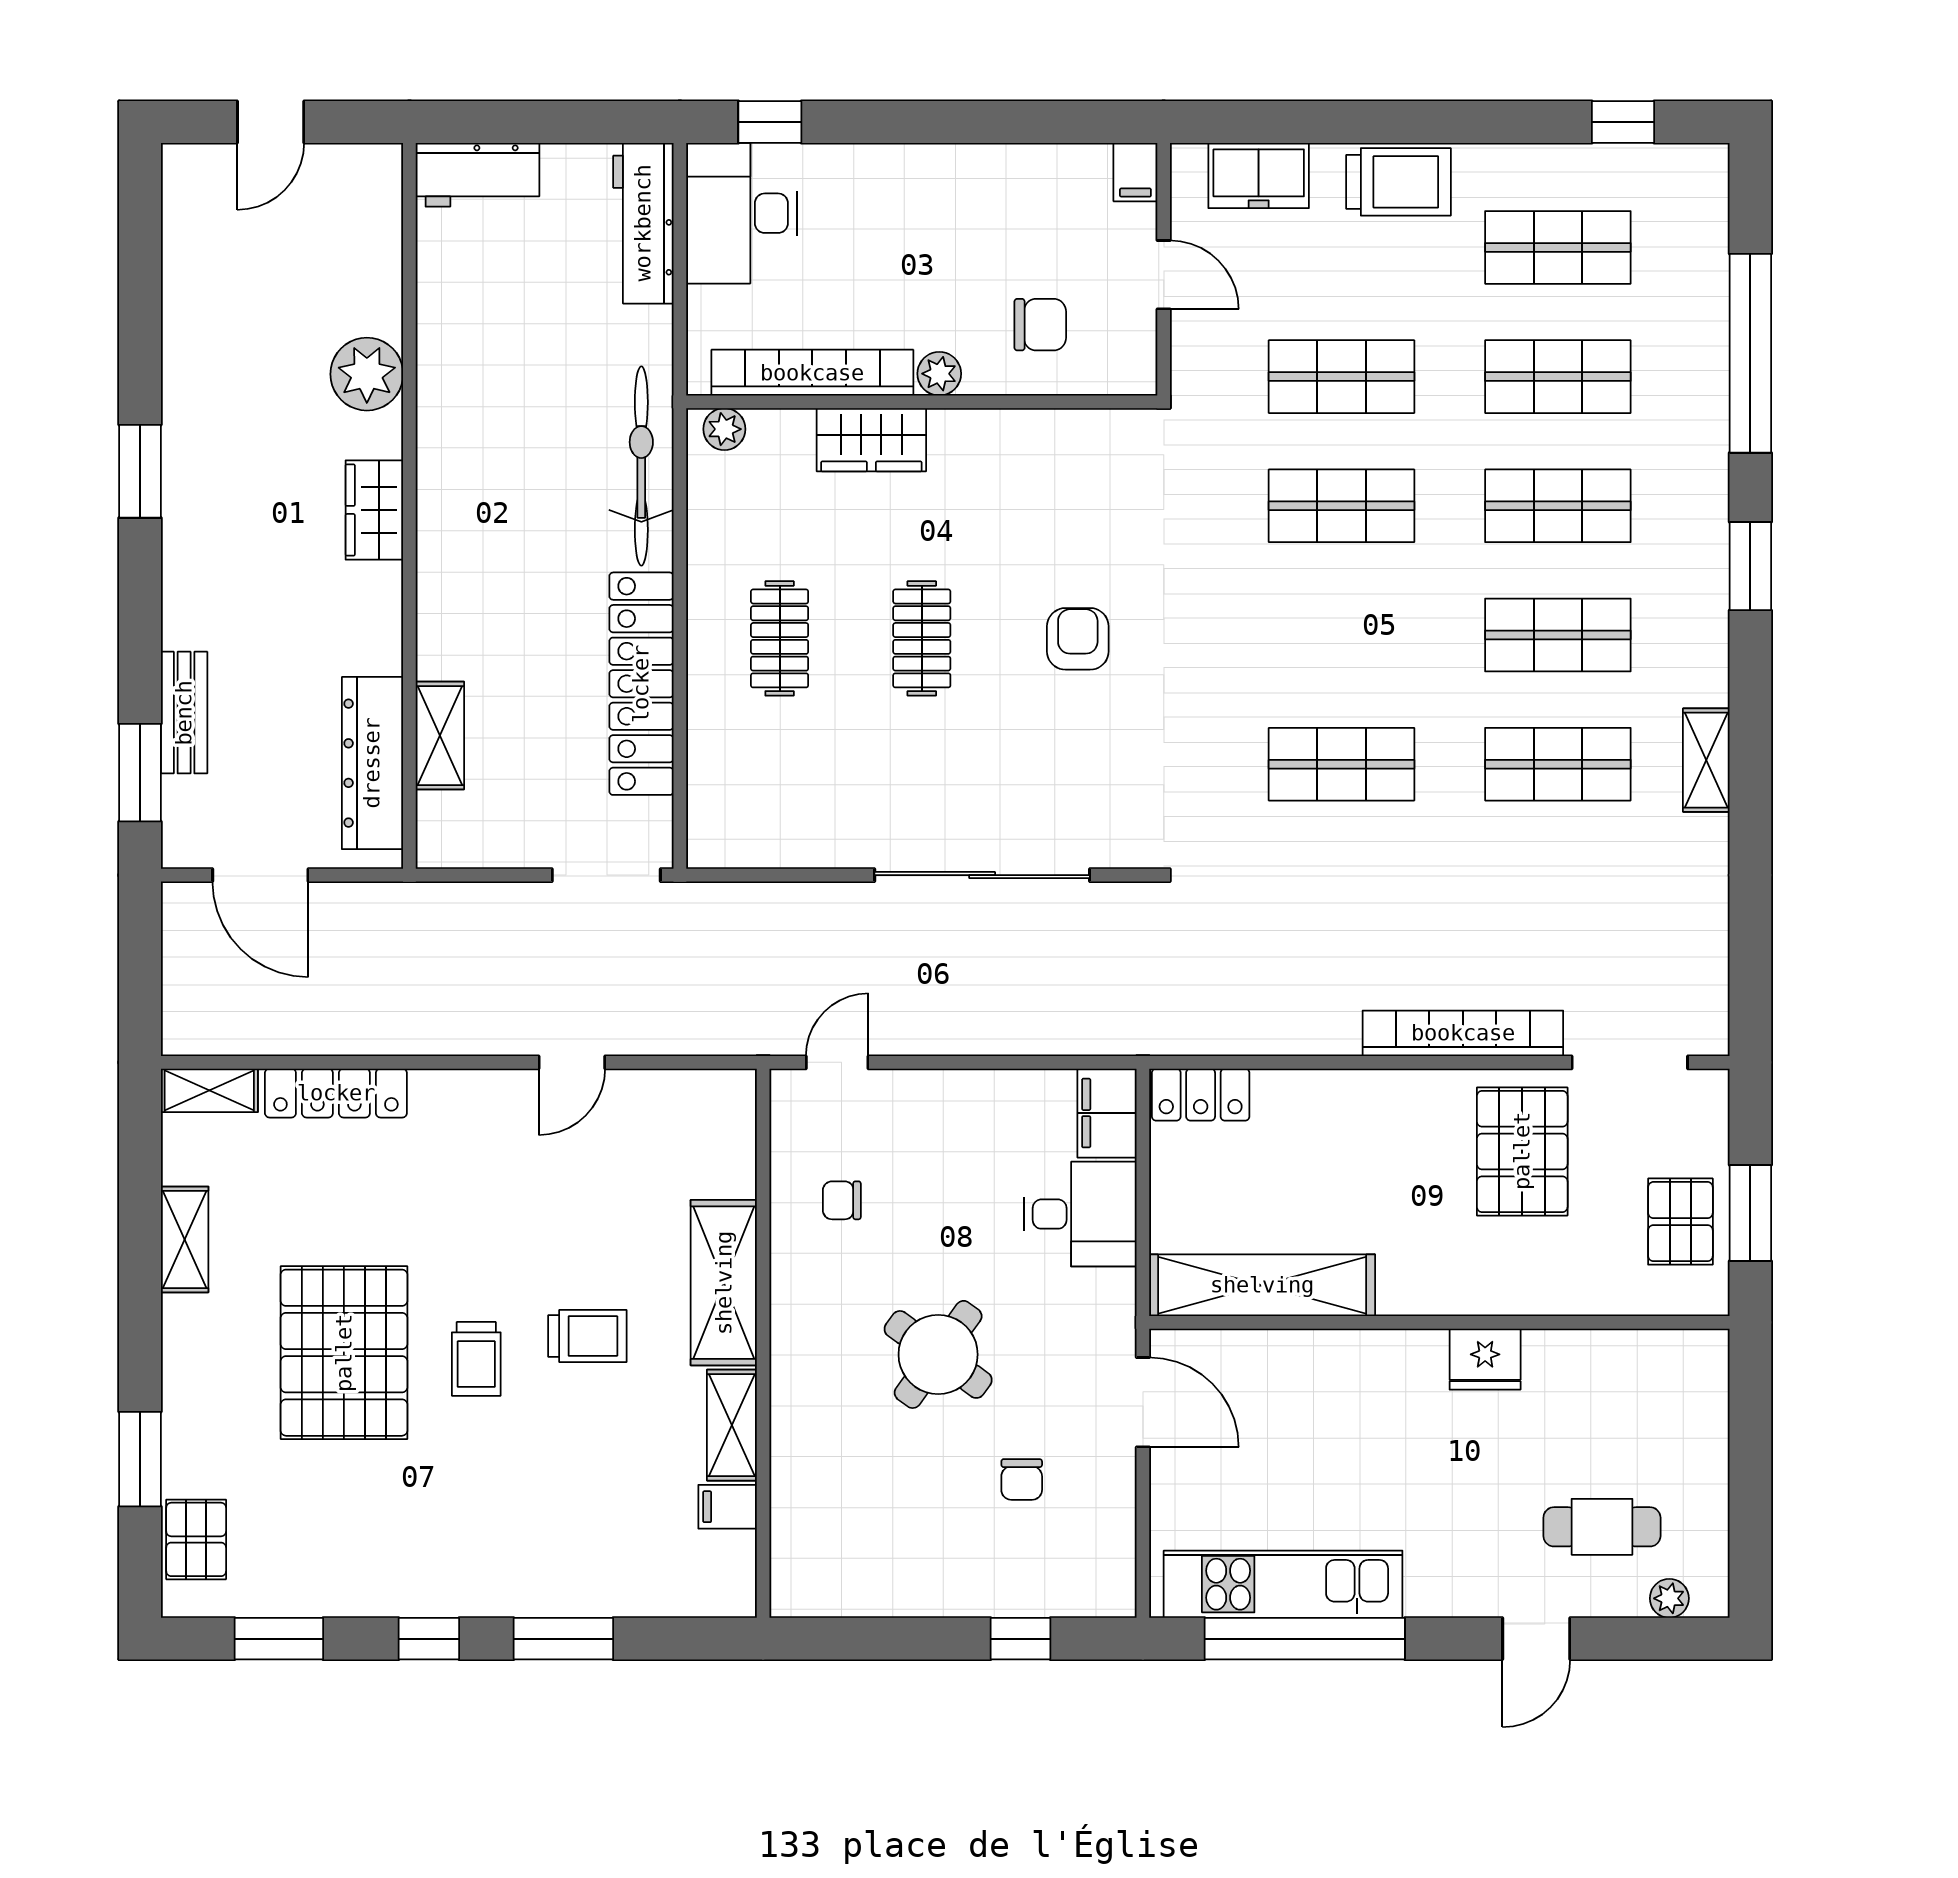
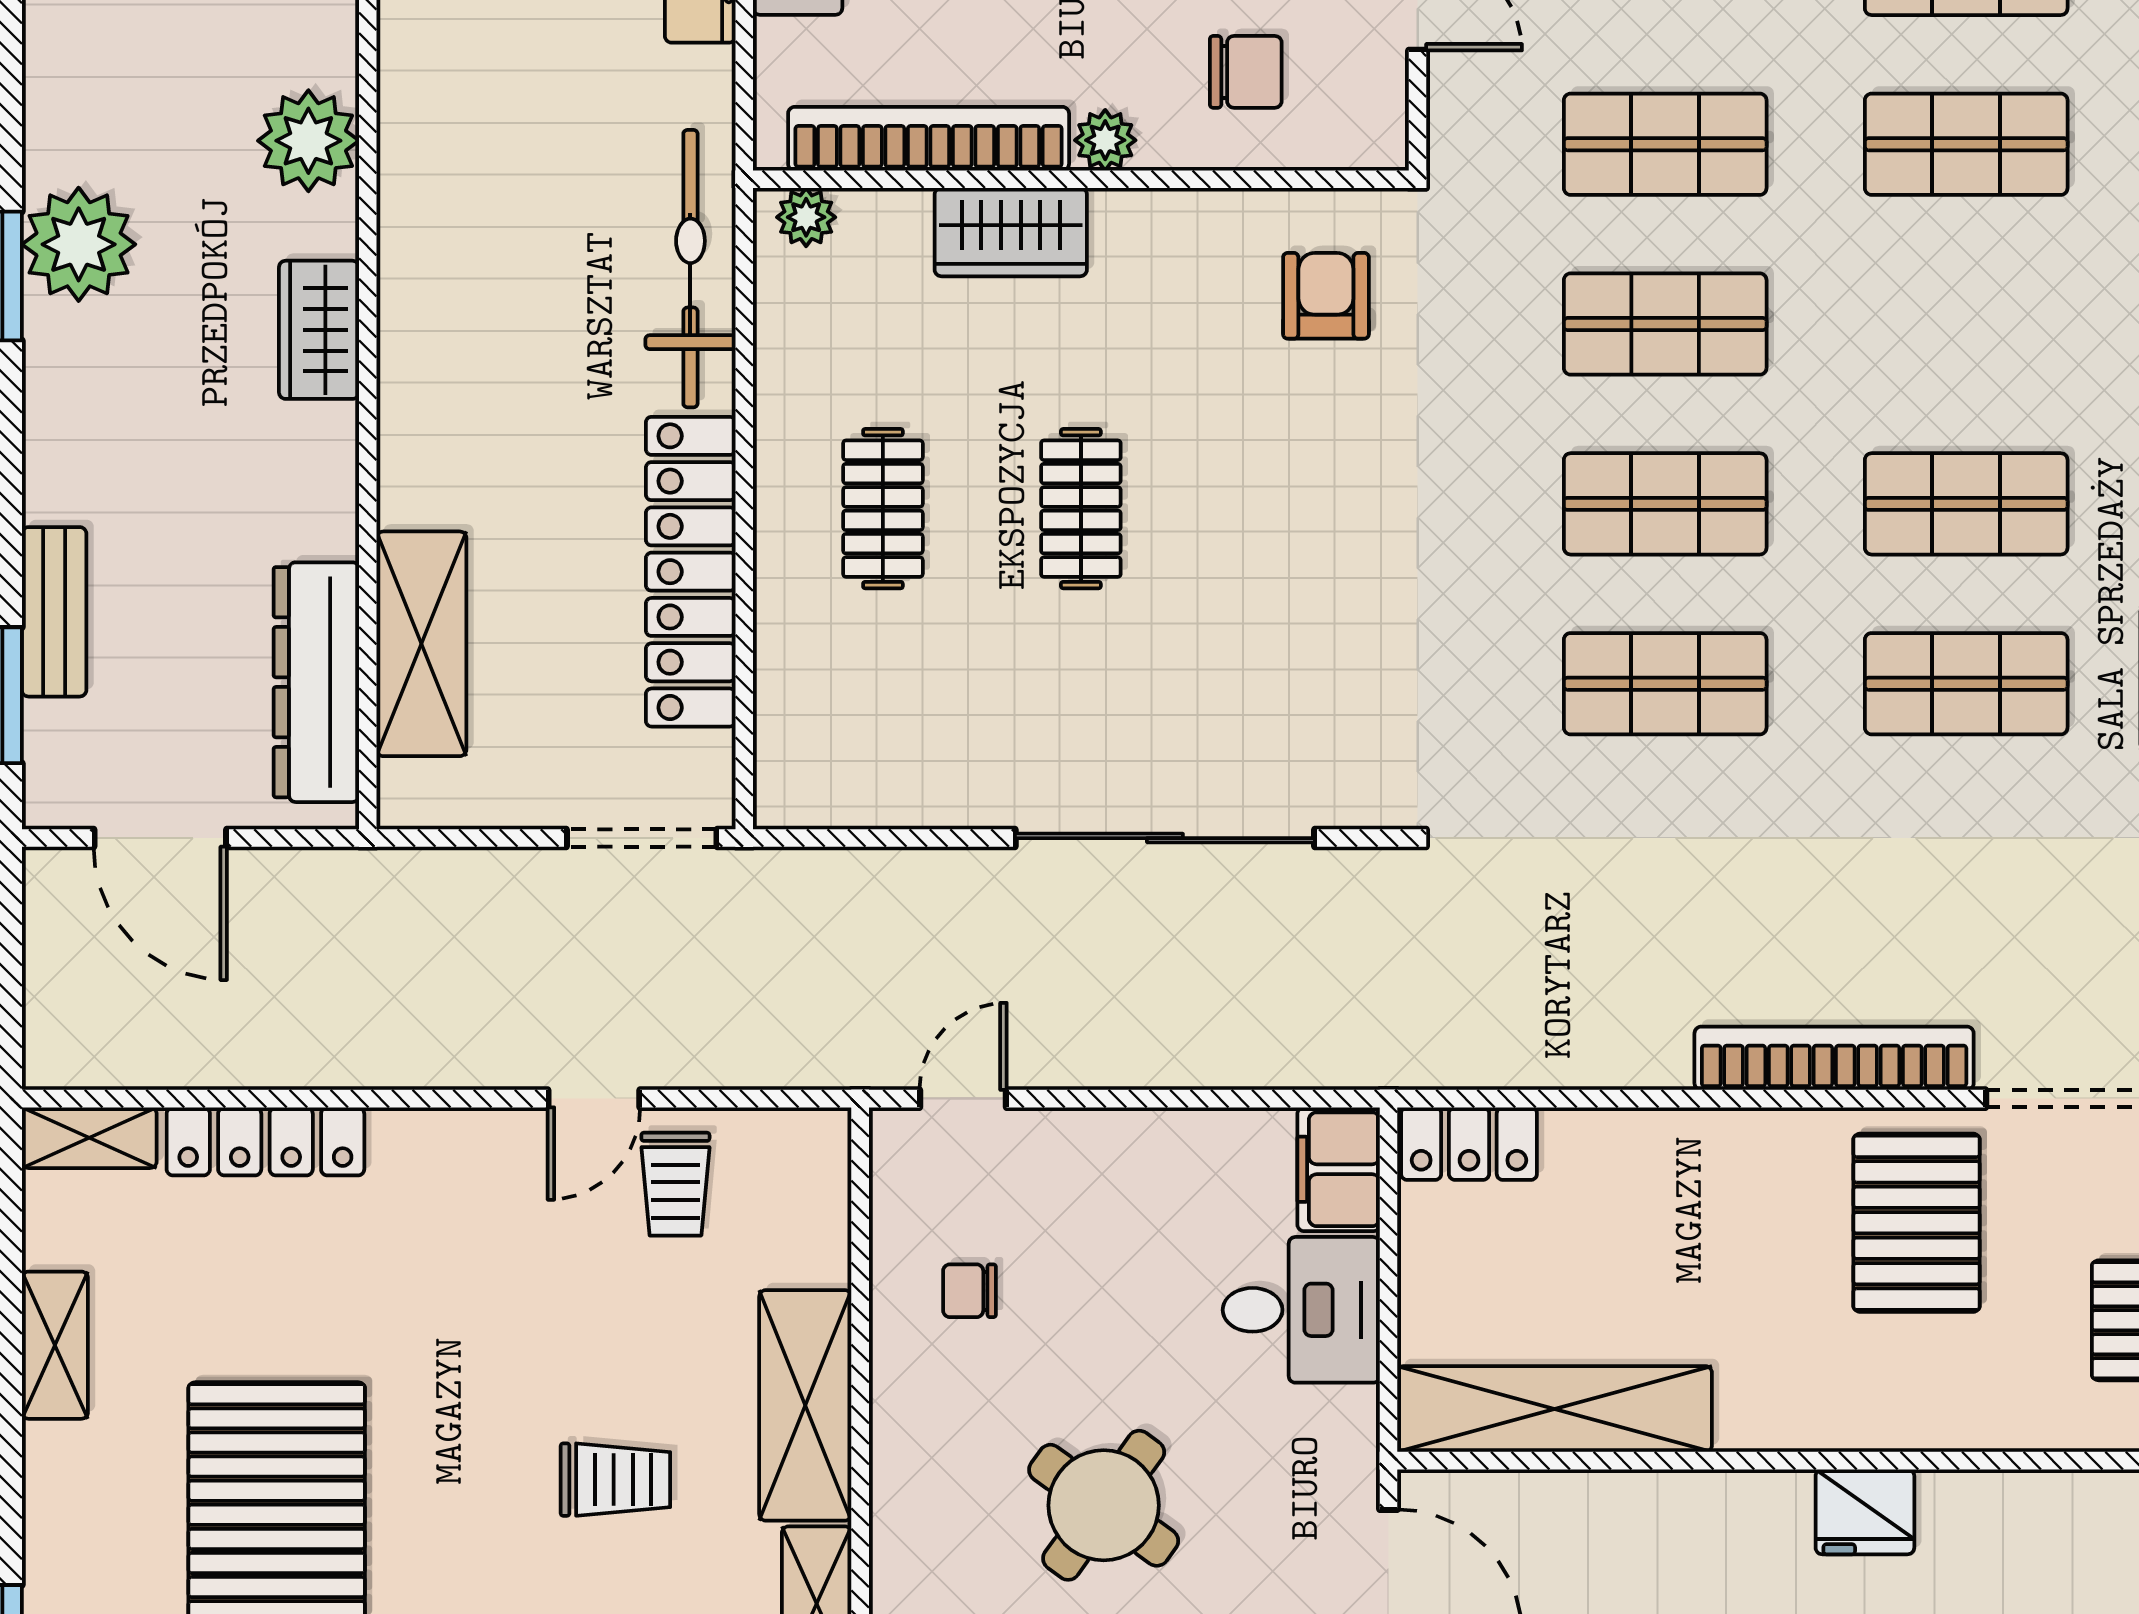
plant: (202, 448) -> (79, 244), added
shop shelf: (1558, 506) -> (1665, 504), moved
armchair: (1078, 639) -> (1326, 296), moved
shelving: (440, 736) -> (421, 644), width x1.50, depth x1.33
trolley: (476, 1359) -> (675, 1184), moved

